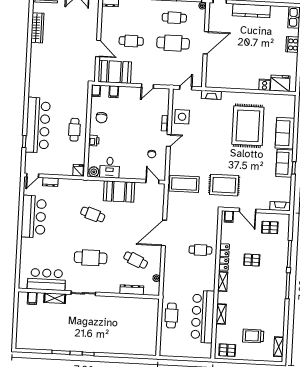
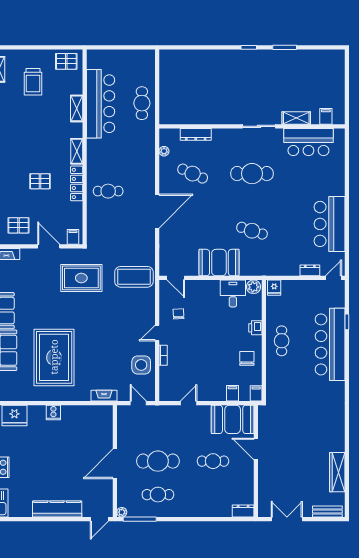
cooker: (265, 85) -> (53, 413), moved
door: (186, 88) -> (138, 403), swing flipped
trolley: (253, 336) -> (33, 82), turned 90

